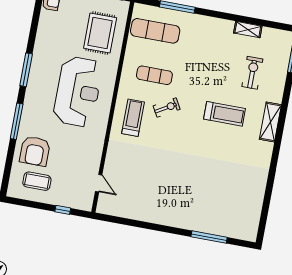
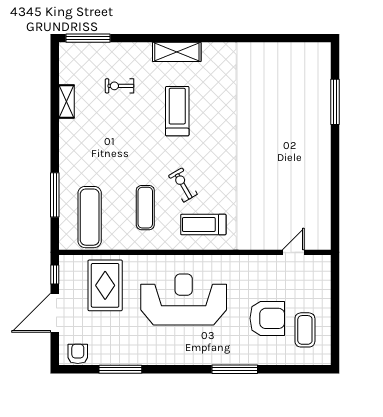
rug: (100, 33) -> (105, 285), turned 90
window: (26, 70) -> (120, 369), moved
exercise bike: (252, 73) -> (119, 86), width x0.73, depth x0.72
armchair: (35, 151) -> (267, 318), moved
window: (63, 210) -> (335, 291), removed

